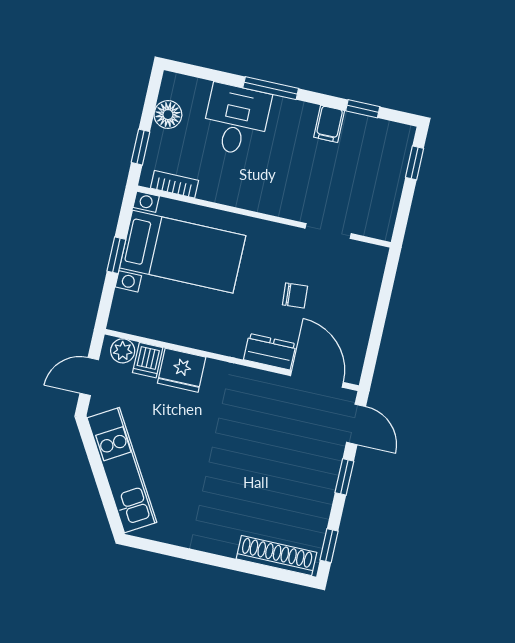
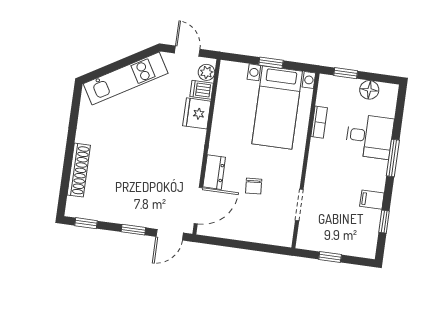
window: (415, 163) -> (330, 257), moved
bookcase: (174, 184) -> (319, 122), moved
shoe rack: (276, 556) -> (79, 170), moved

